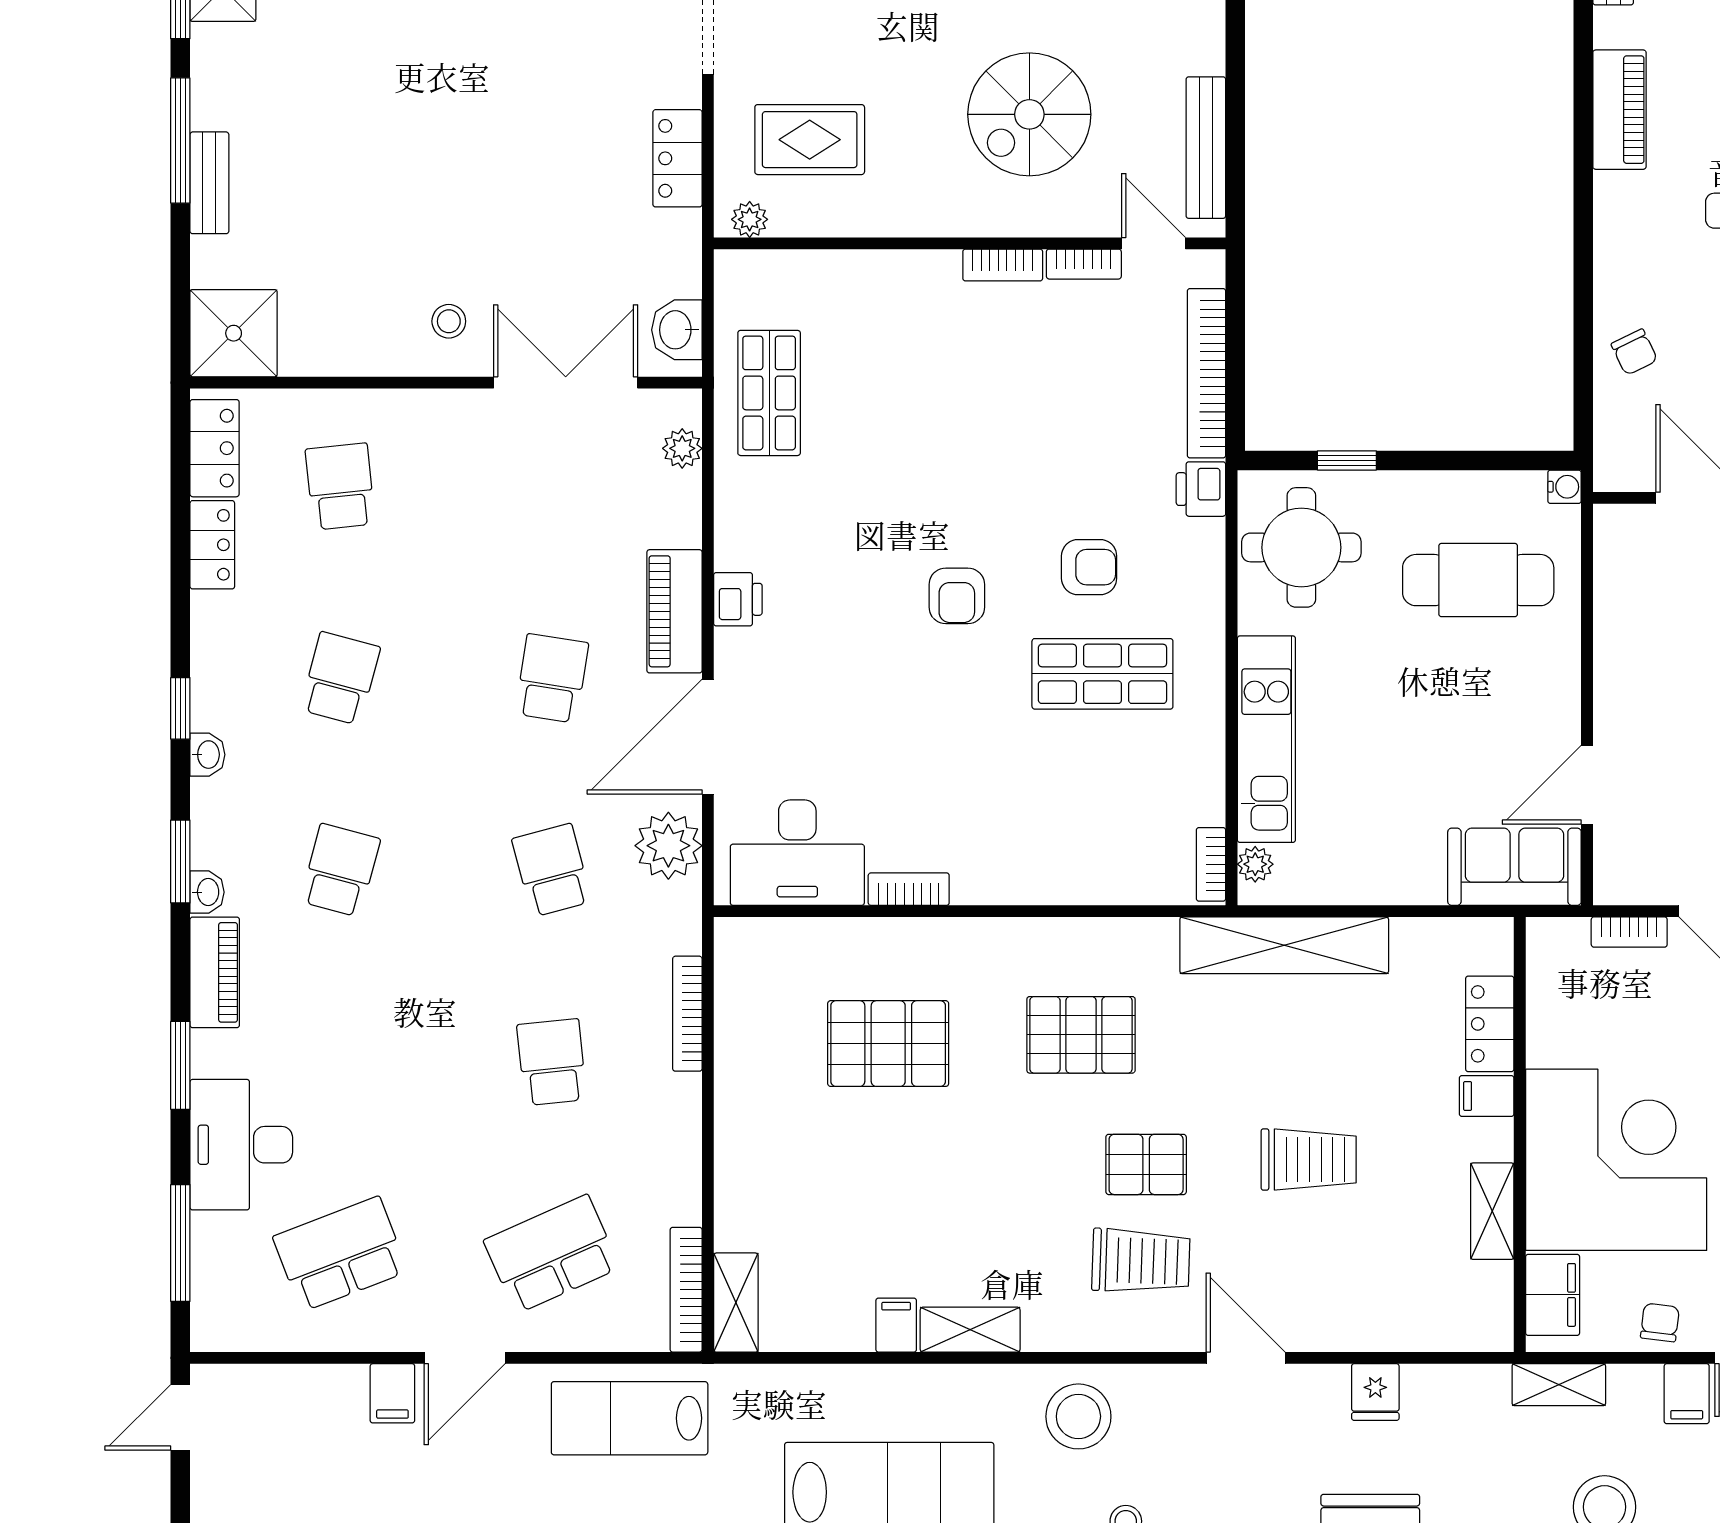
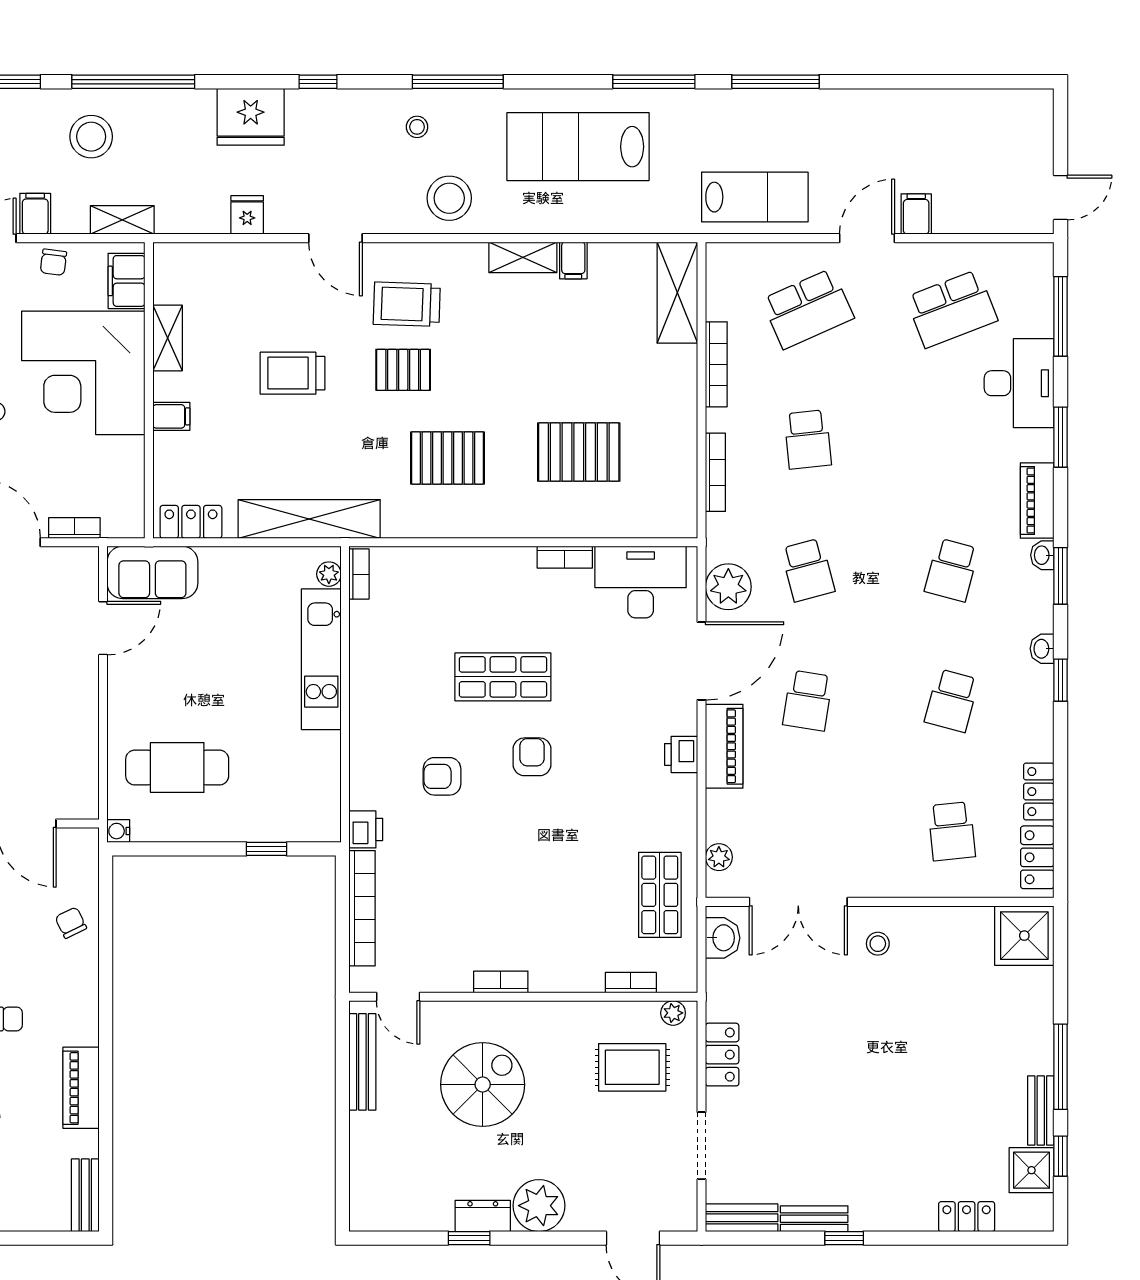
bench: (209, 183) -> (1041, 1110), moved
bookcase: (1084, 264) -> (631, 983), moved
round table: (1301, 547) -> (297, 790), removed
shop shelf: (1102, 674) -> (503, 677), moved
locker: (1490, 1024) -> (191, 522), moved, turned -90
bookcase: (686, 1290) -> (716, 364), moved
shelving: (736, 1303) -> (677, 293), width x1.50, depth x1.33

